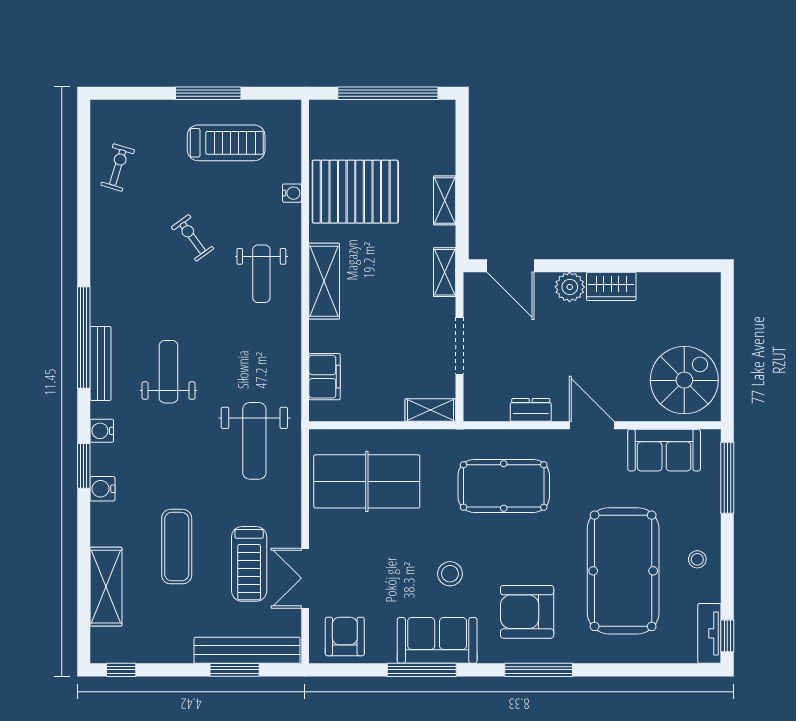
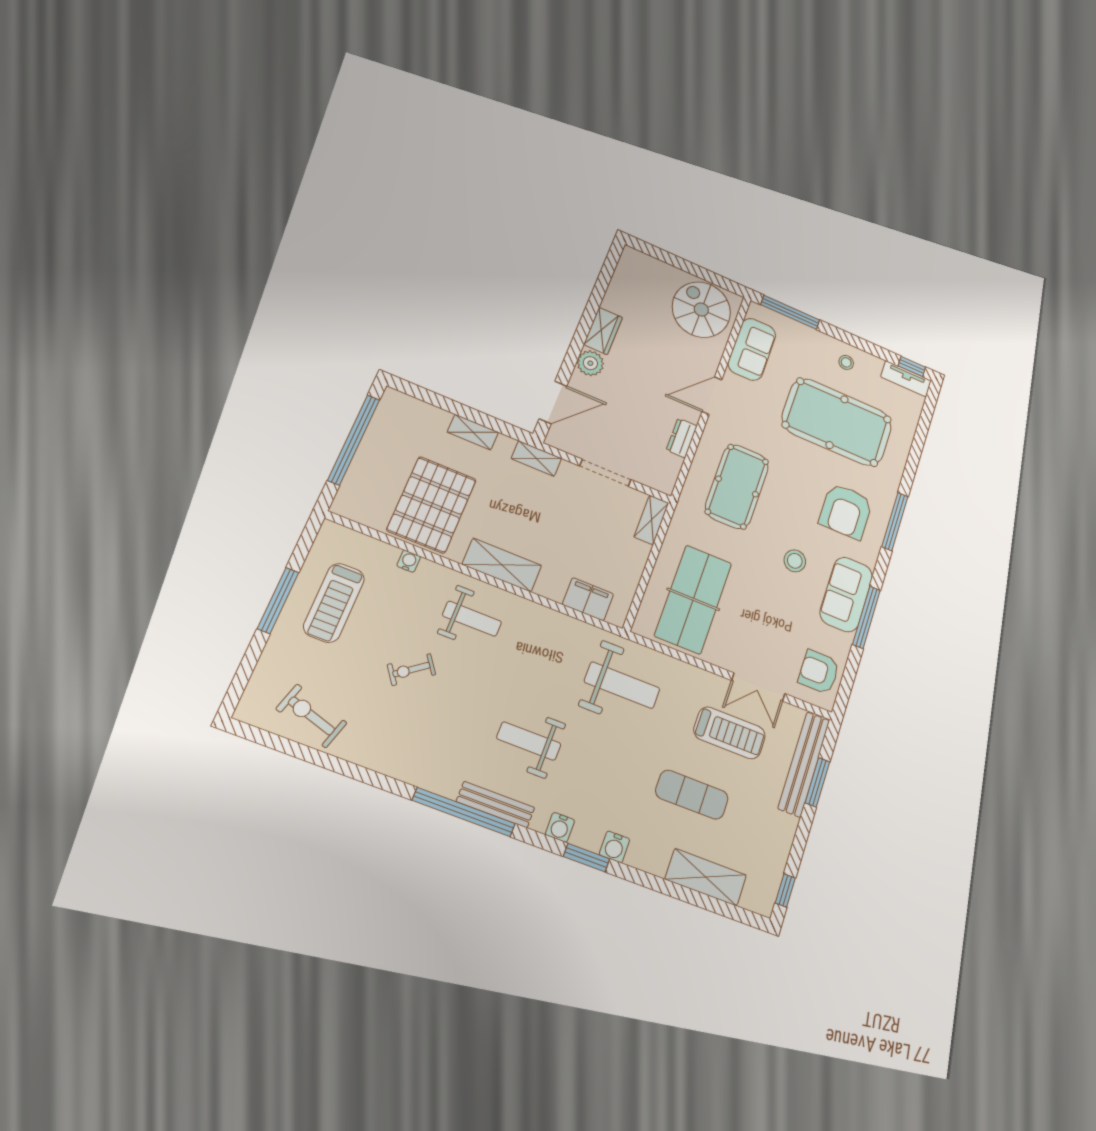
treadmill: (226, 143) -> (334, 603), turned 180
exercise bike: (118, 167) -> (311, 716), width x1.38, depth x1.39

